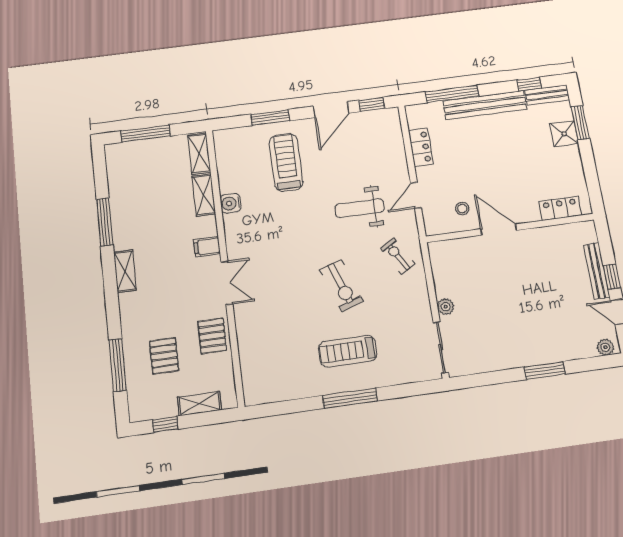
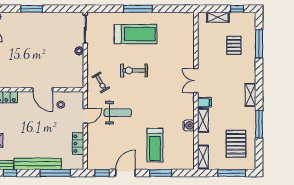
shelving: (204, 195) -> (203, 120), moved
exercise bike: (341, 285) -> (134, 70), turned -71
pallet: (212, 336) -> (236, 144), moved, width x1.50, depth x1.42
treadmill: (348, 351) -> (136, 34), width x1.37, depth x1.38

